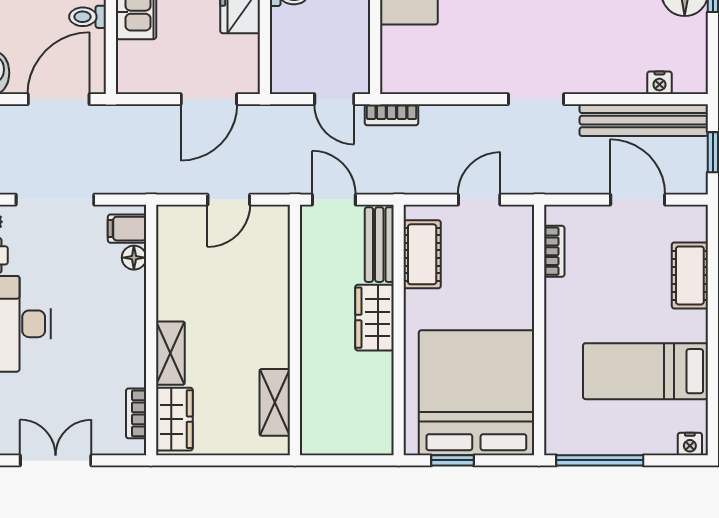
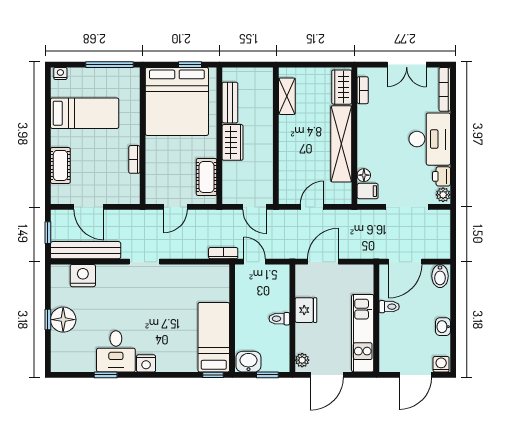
nightstand: (659, 83) -> (83, 276), width x1.89, depth x1.79
bench: (379, 245) -> (230, 103), moved
bookcase: (554, 251) -> (134, 159), moved
shelving: (170, 353) -> (341, 144), width x2.20, depth x1.33

